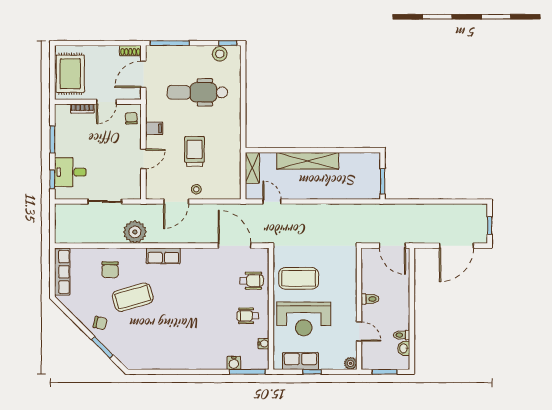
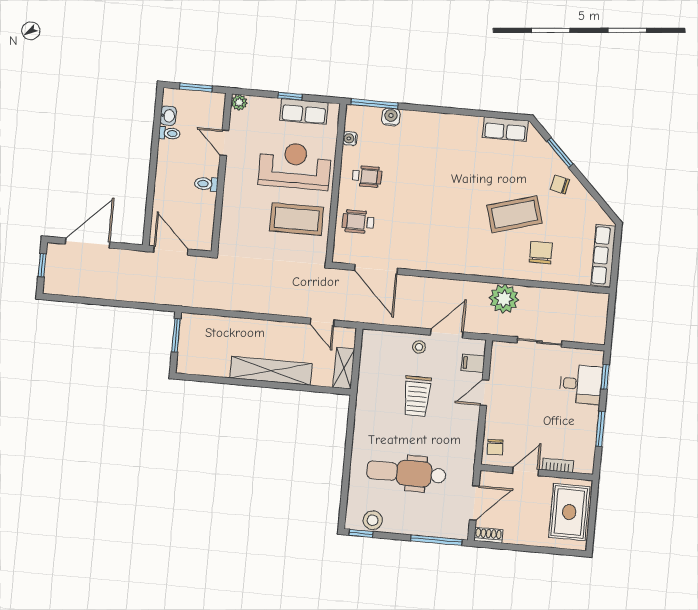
dental chair: (197, 92) -> (406, 473), turned 180
filing cabinet: (154, 128) -> (473, 363), moved
row of seats: (163, 256) -> (505, 129), moved, turned 180

